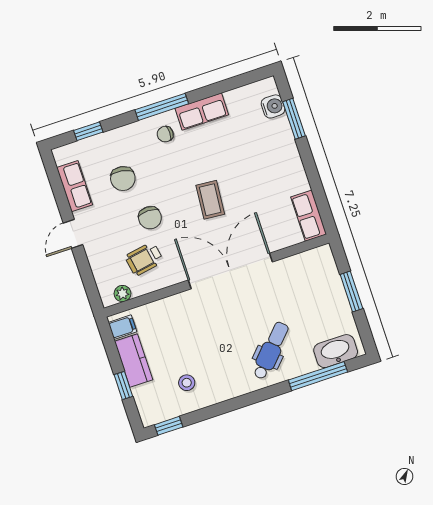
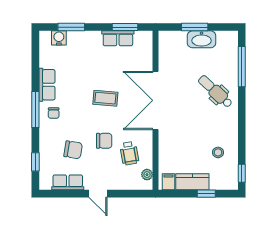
window: (319, 194) -> (125, 27), added
row of seats: (309, 216) -> (118, 38), moved
washbasin: (336, 351) -> (202, 39), moved, turned -90

